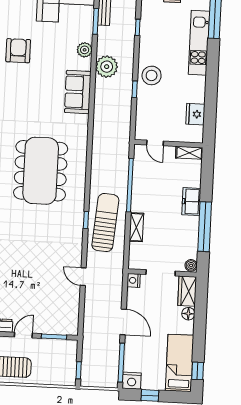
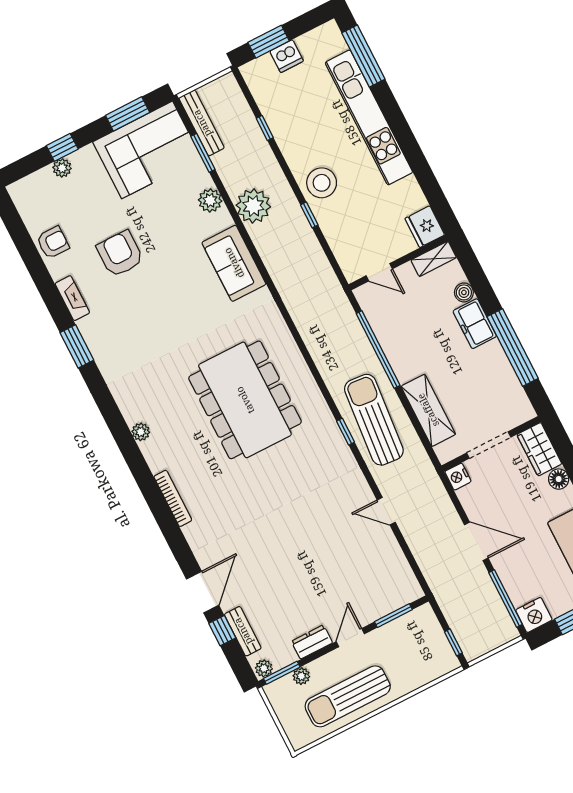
kitchen unit: (199, 43) -> (369, 117), width x1.36
fridge: (195, 114) -> (425, 227), moved
shelving: (136, 227) -> (428, 410), width x1.50, depth x1.33
boiler: (191, 265) -> (464, 292), moved

